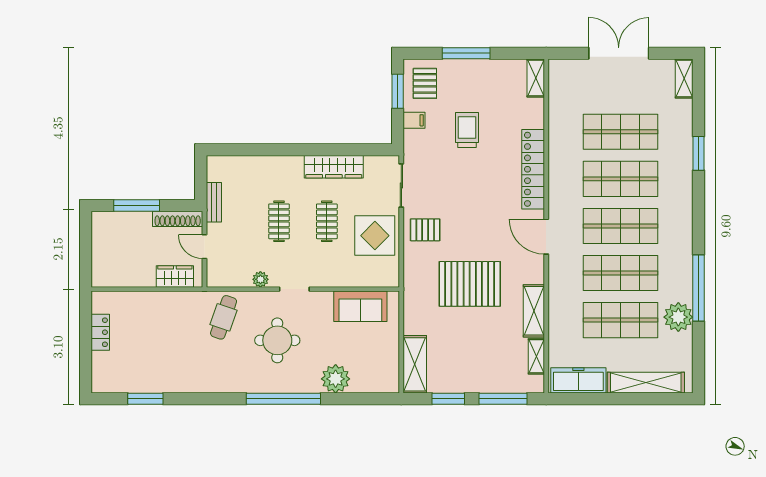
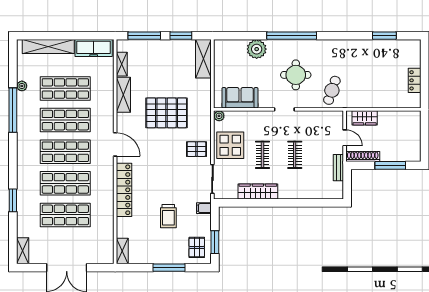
filing cabinet: (414, 120) -> (204, 208), moved
plant: (260, 279) -> (219, 116), moved
plant: (678, 317) -> (22, 86), width x0.53, depth x0.53

